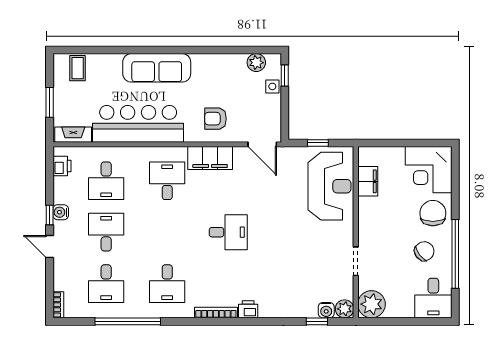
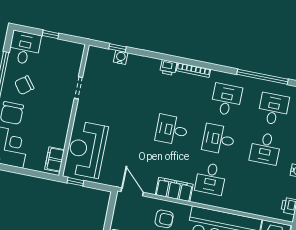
window: (318, 143) -> (75, 182), moved
desk: (106, 181) -> (219, 139), moved, turned -90
filing cabinet: (368, 181) -> (55, 159), moved
plant: (372, 304) -> (73, 53), removed
plant: (345, 309) -> (94, 53), removed
water cooler: (326, 310) -> (121, 57), moved
window: (404, 321) -> (51, 34), added

